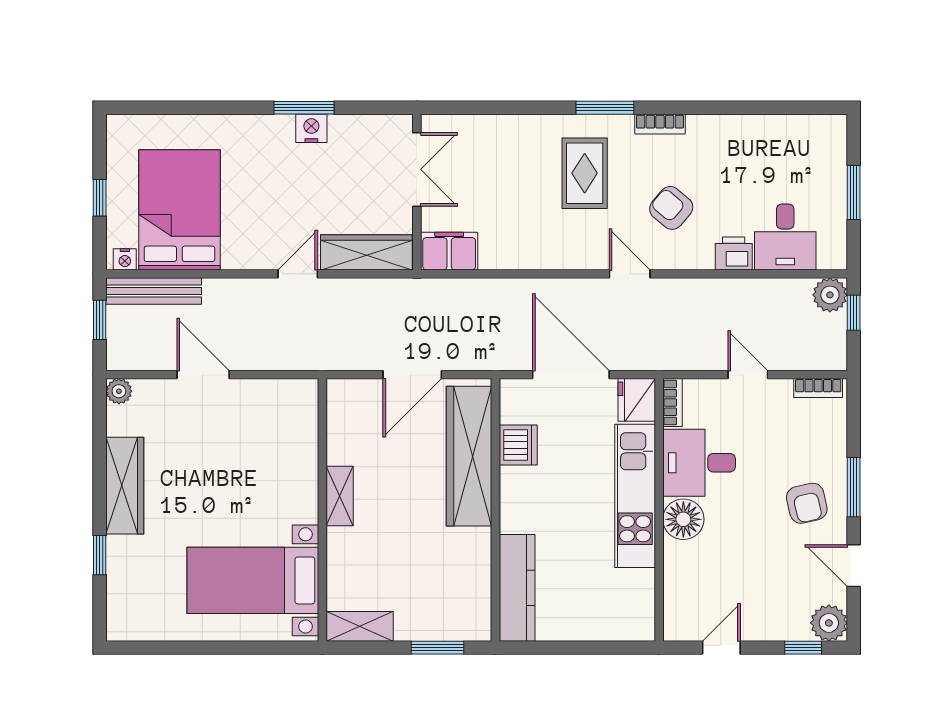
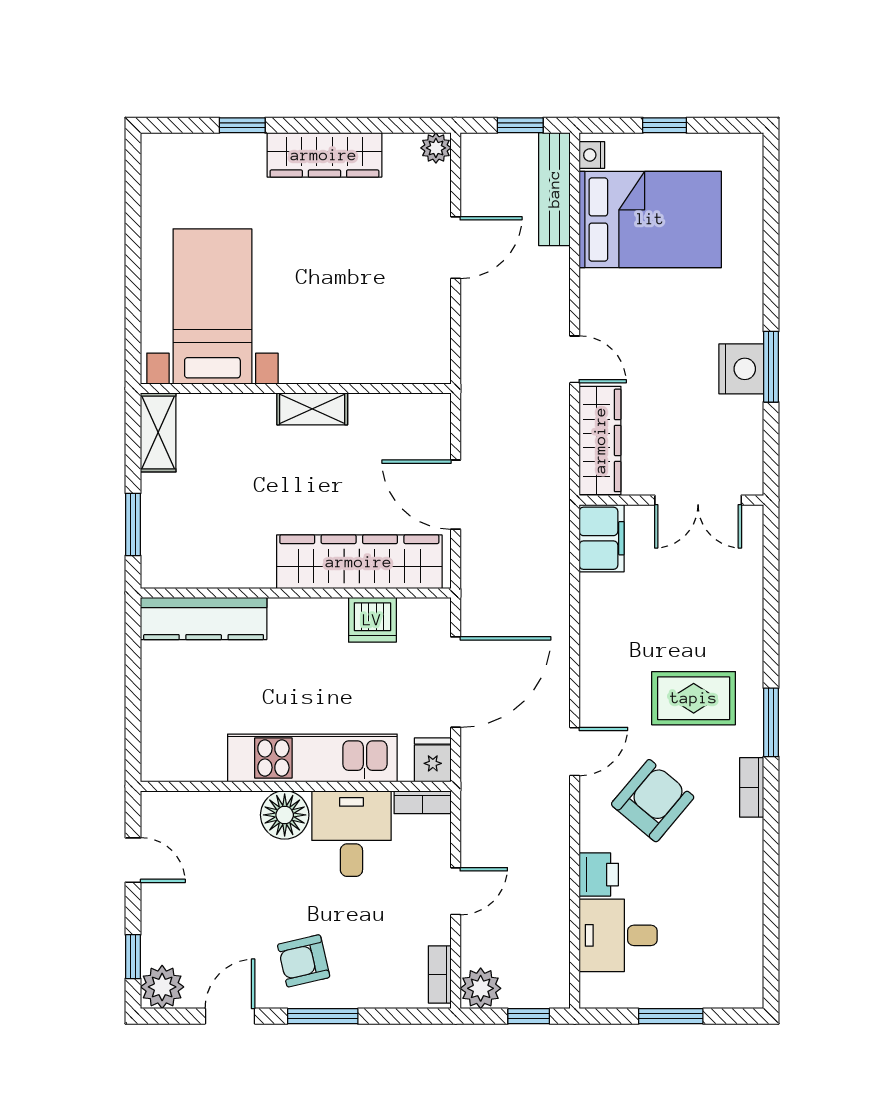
nightstand: (311, 128) -> (741, 369), width x1.36, depth x1.33
armchair: (671, 208) -> (653, 801), width x1.38, depth x1.38
plant: (830, 295) -> (481, 988), moved
fridge: (637, 400) -> (433, 760), width x0.72

